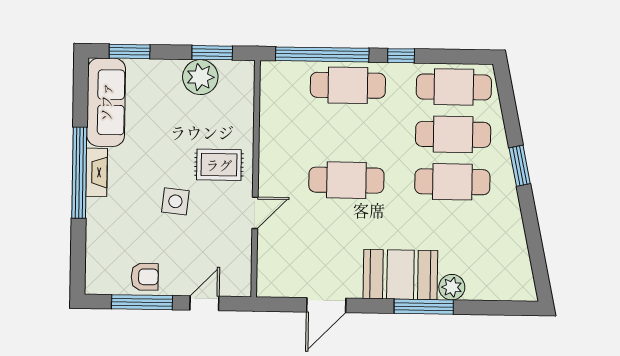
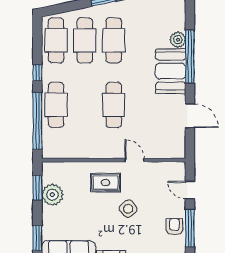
rug: (219, 165) -> (106, 183), turned 90
side table: (175, 201) -> (128, 209), turned 45
window: (424, 307) -> (190, 57), width x1.46

